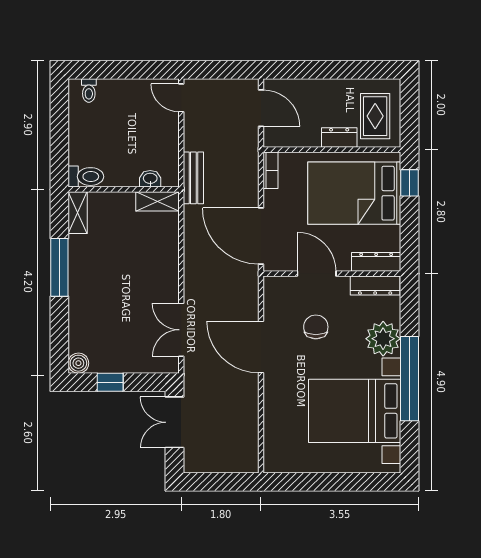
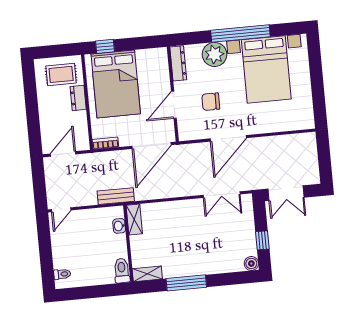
dresser: (376, 262) -> (162, 64), removed

